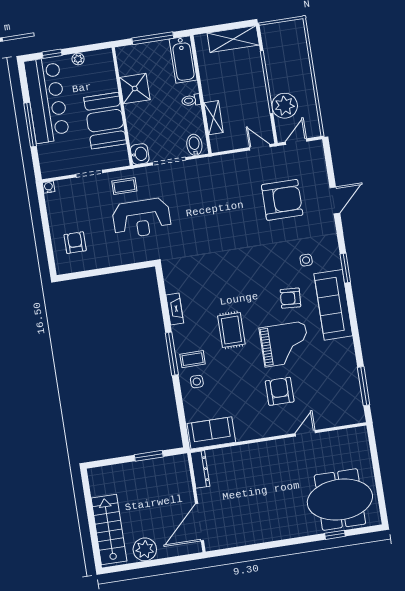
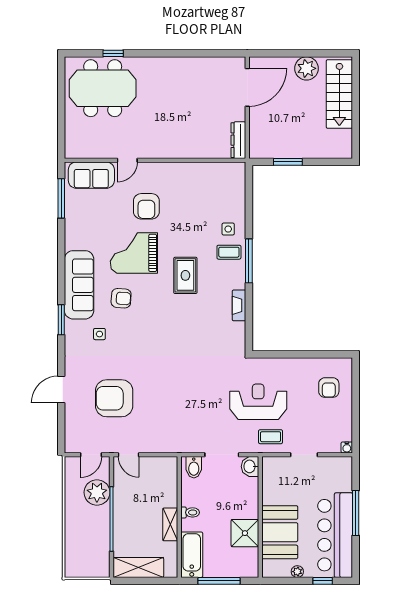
shelving: (214, 118) -> (170, 524), moved
booth: (105, 121) -> (280, 532), moved
sofa: (211, 433) -> (91, 175), moved

